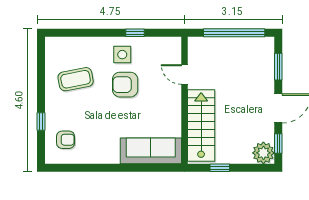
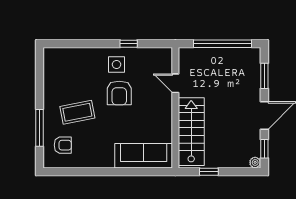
coffee table: (76, 79) -> (77, 112), moved
armchair: (125, 85) -> (119, 93), turned -90
window: (41, 121) -> (39, 128), width x2.17
plant: (263, 153) -> (255, 162), width x0.53, depth x0.53

